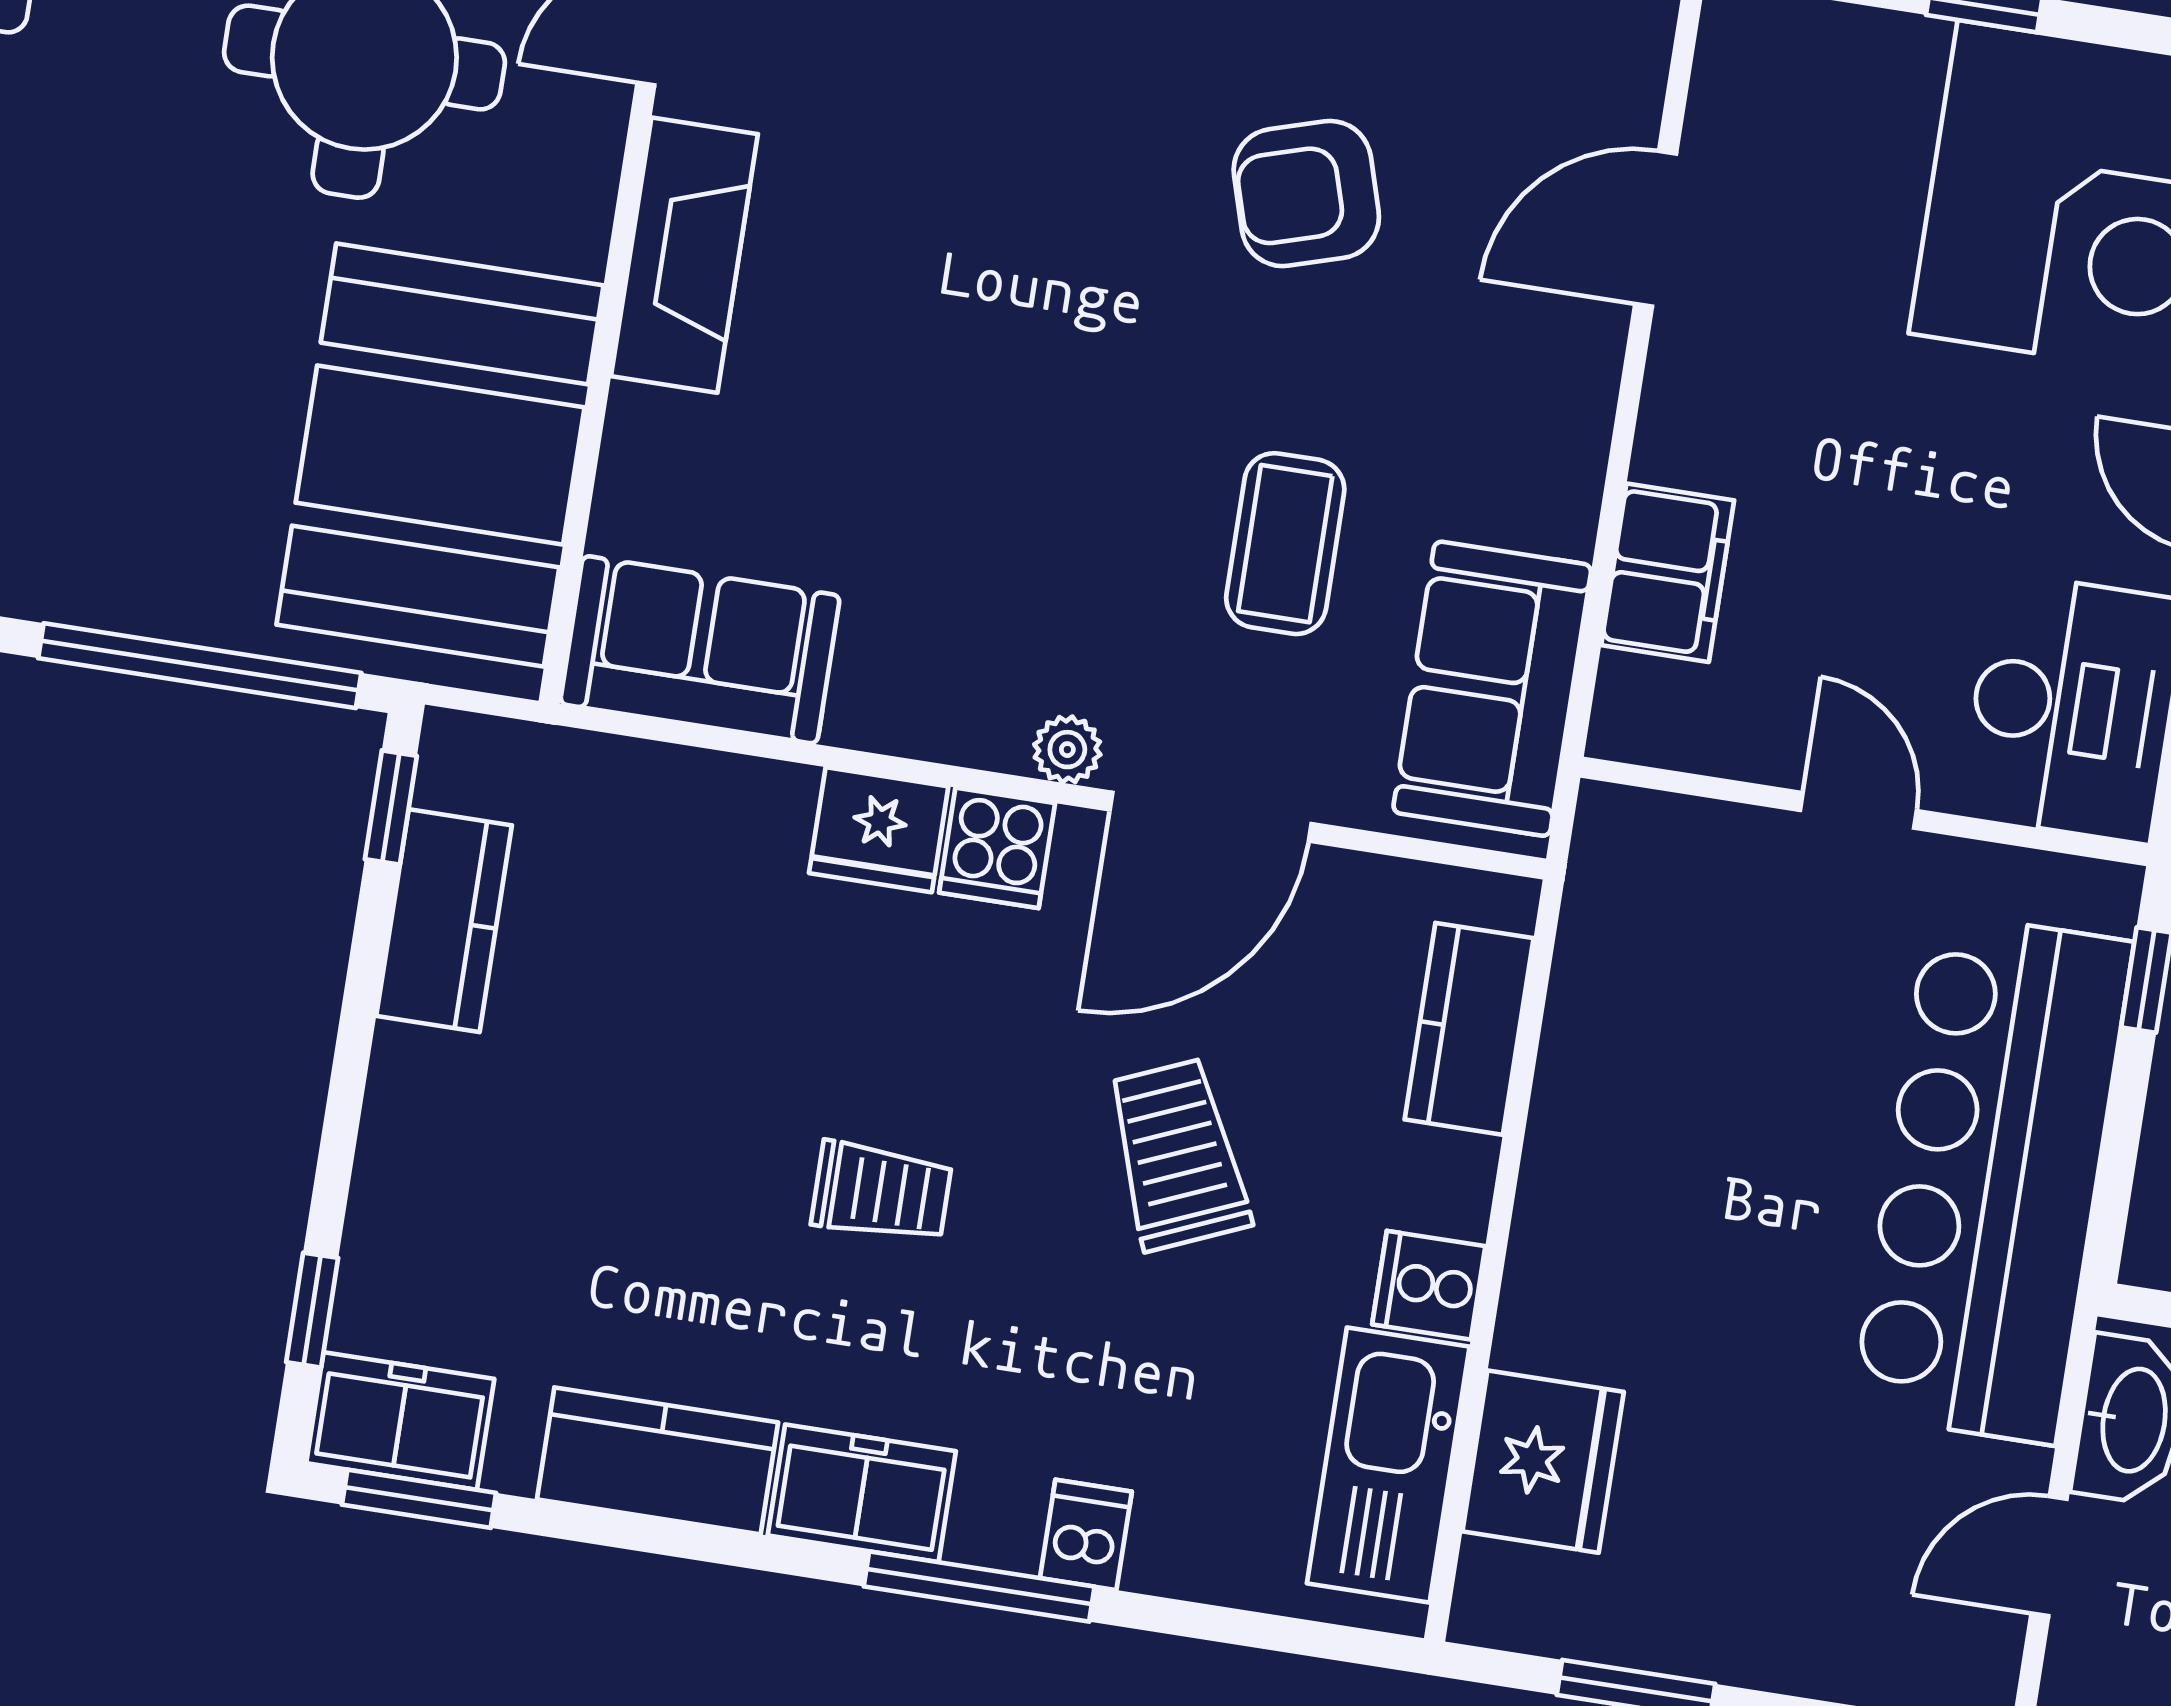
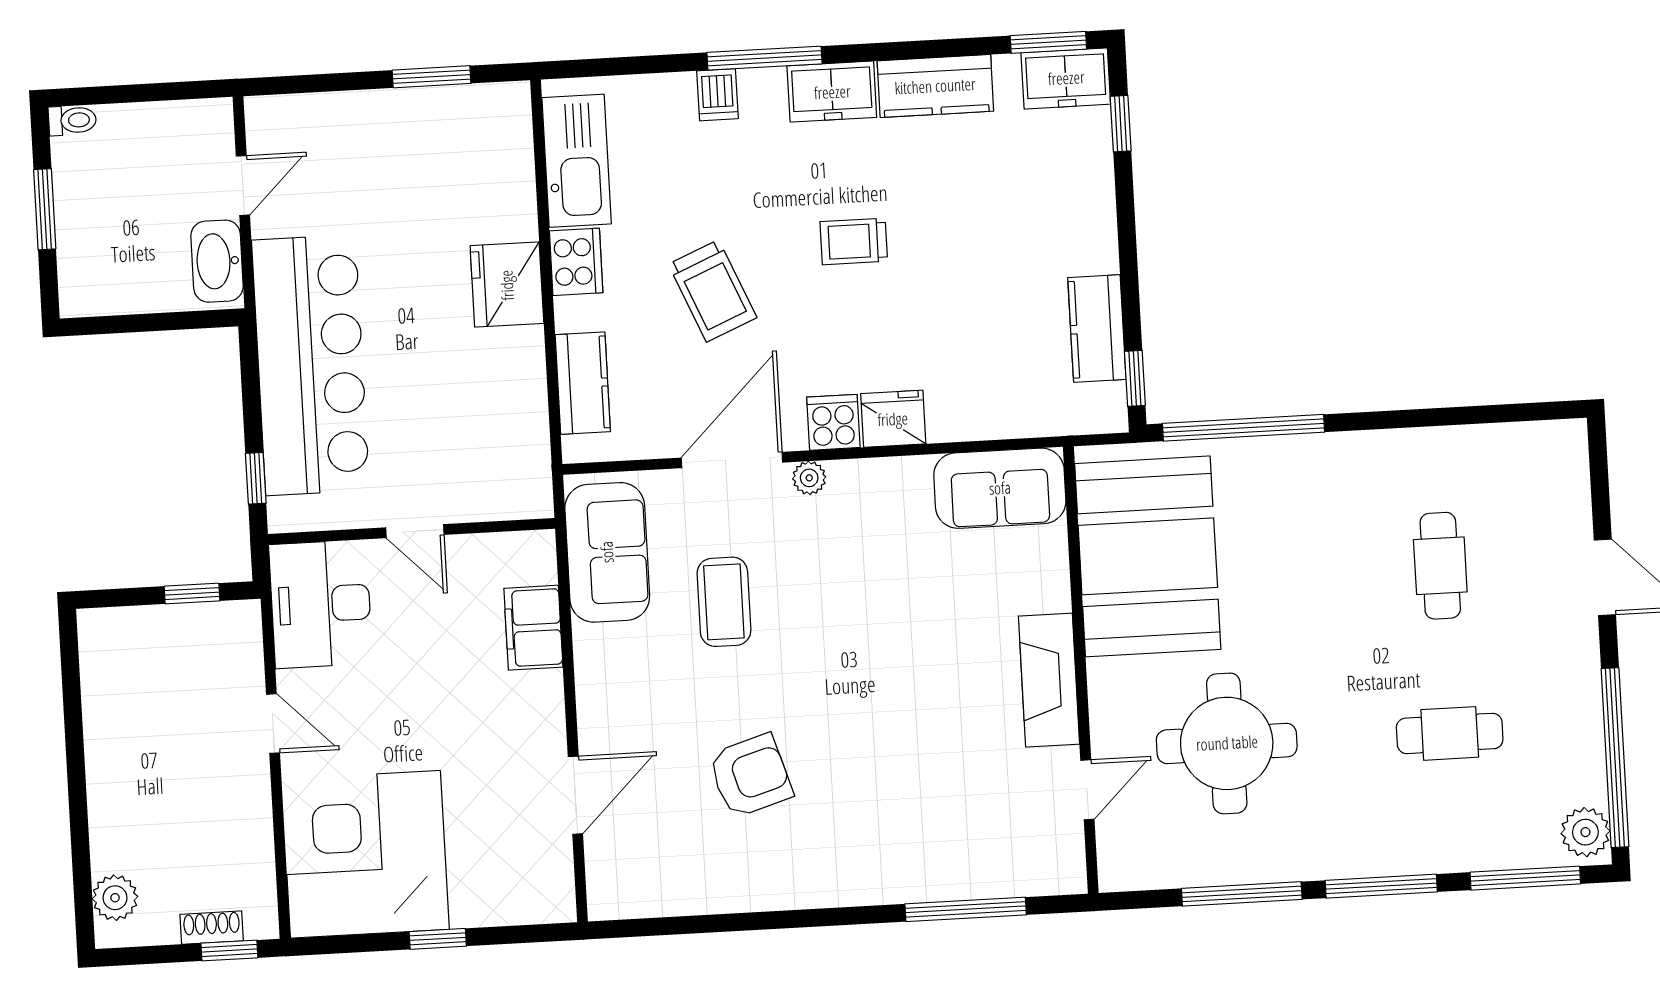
cooker: (1429, 1285) -> (576, 262), width x1.36
fridge: (1543, 1462) -> (507, 285), moved

